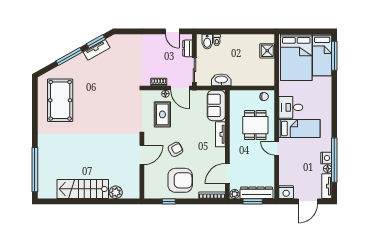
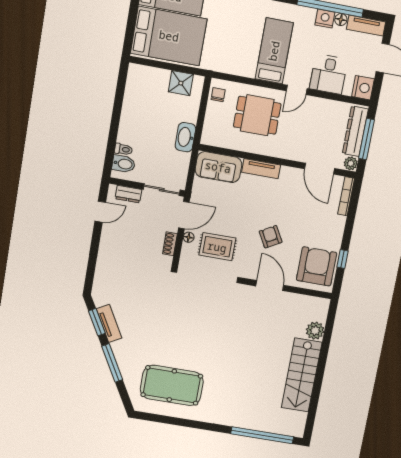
shower: (267, 51) -> (181, 83), moved
washbasin: (221, 80) -> (185, 137), moved
desk: (291, 107) -> (329, 74), moved
armchair: (180, 180) -> (317, 266), moved
window: (253, 201) -> (366, 139), width x1.44

